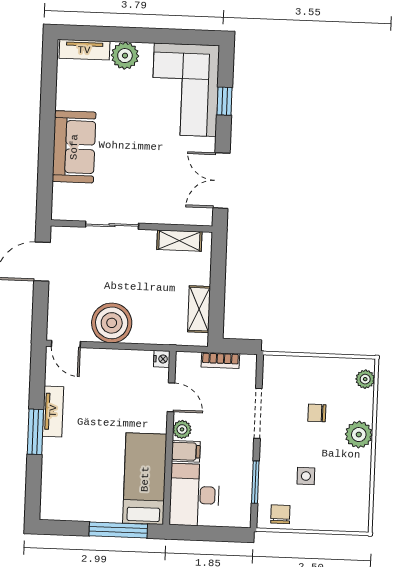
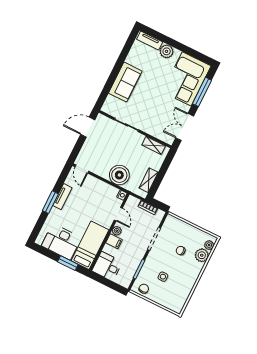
window: (225, 101) -> (202, 92), width x2.17
boiler: (112, 323) -> (119, 175), moved
plant: (359, 435) -> (202, 255), moved
desk: (194, 495) -> (107, 266), width x0.73
desk: (89, 496) -> (61, 242), added
window: (118, 530) -> (68, 263), width x0.69

